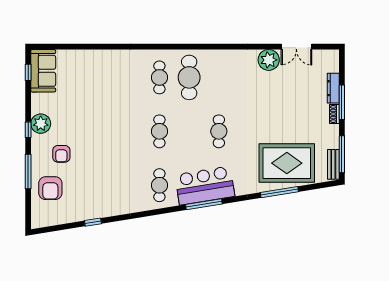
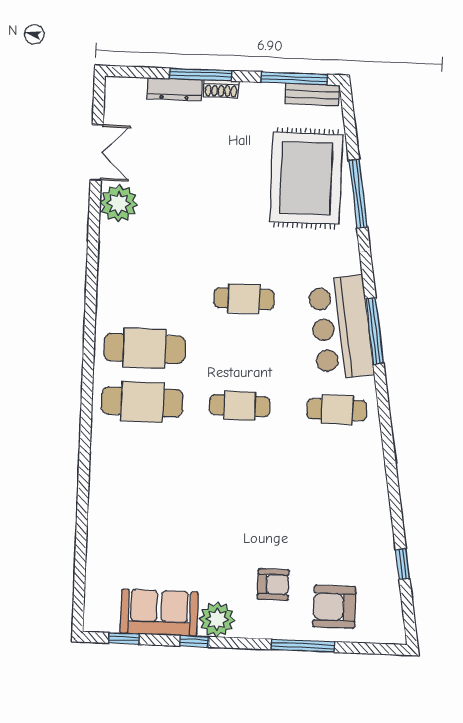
sofa: (43, 71) -> (159, 613), moved
cafe table: (159, 77) -> (142, 402), width x1.37, depth x1.35
window: (28, 130) -> (194, 641), moved
armchair: (50, 188) -> (334, 607), turned 180
window: (93, 222) -> (403, 564), moved

